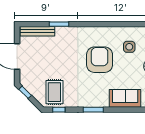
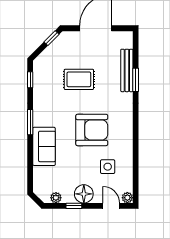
bench: (37, 31) -> (127, 70), moved
rug: (54, 92) -> (79, 79), moved
sofa: (125, 98) -> (44, 146), moved

